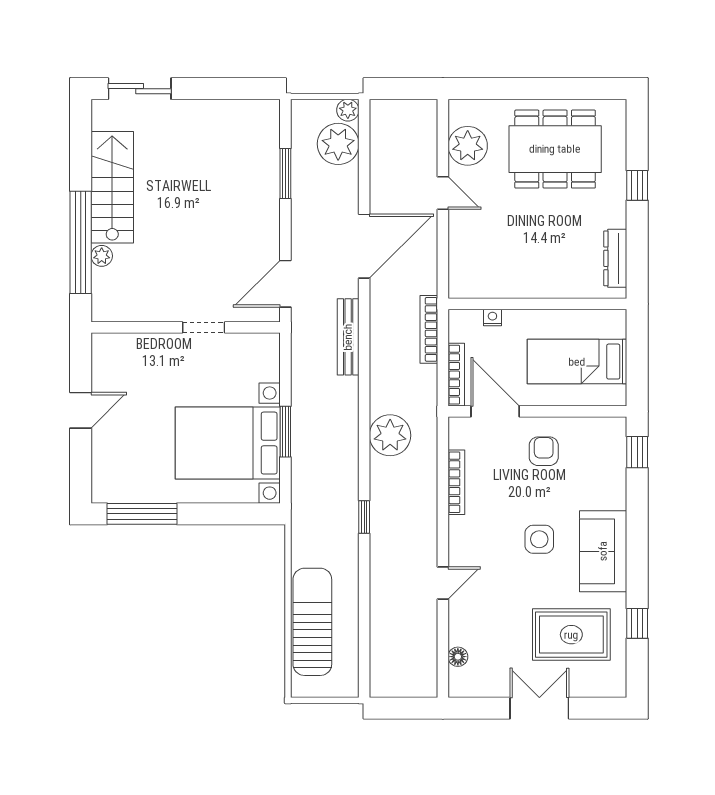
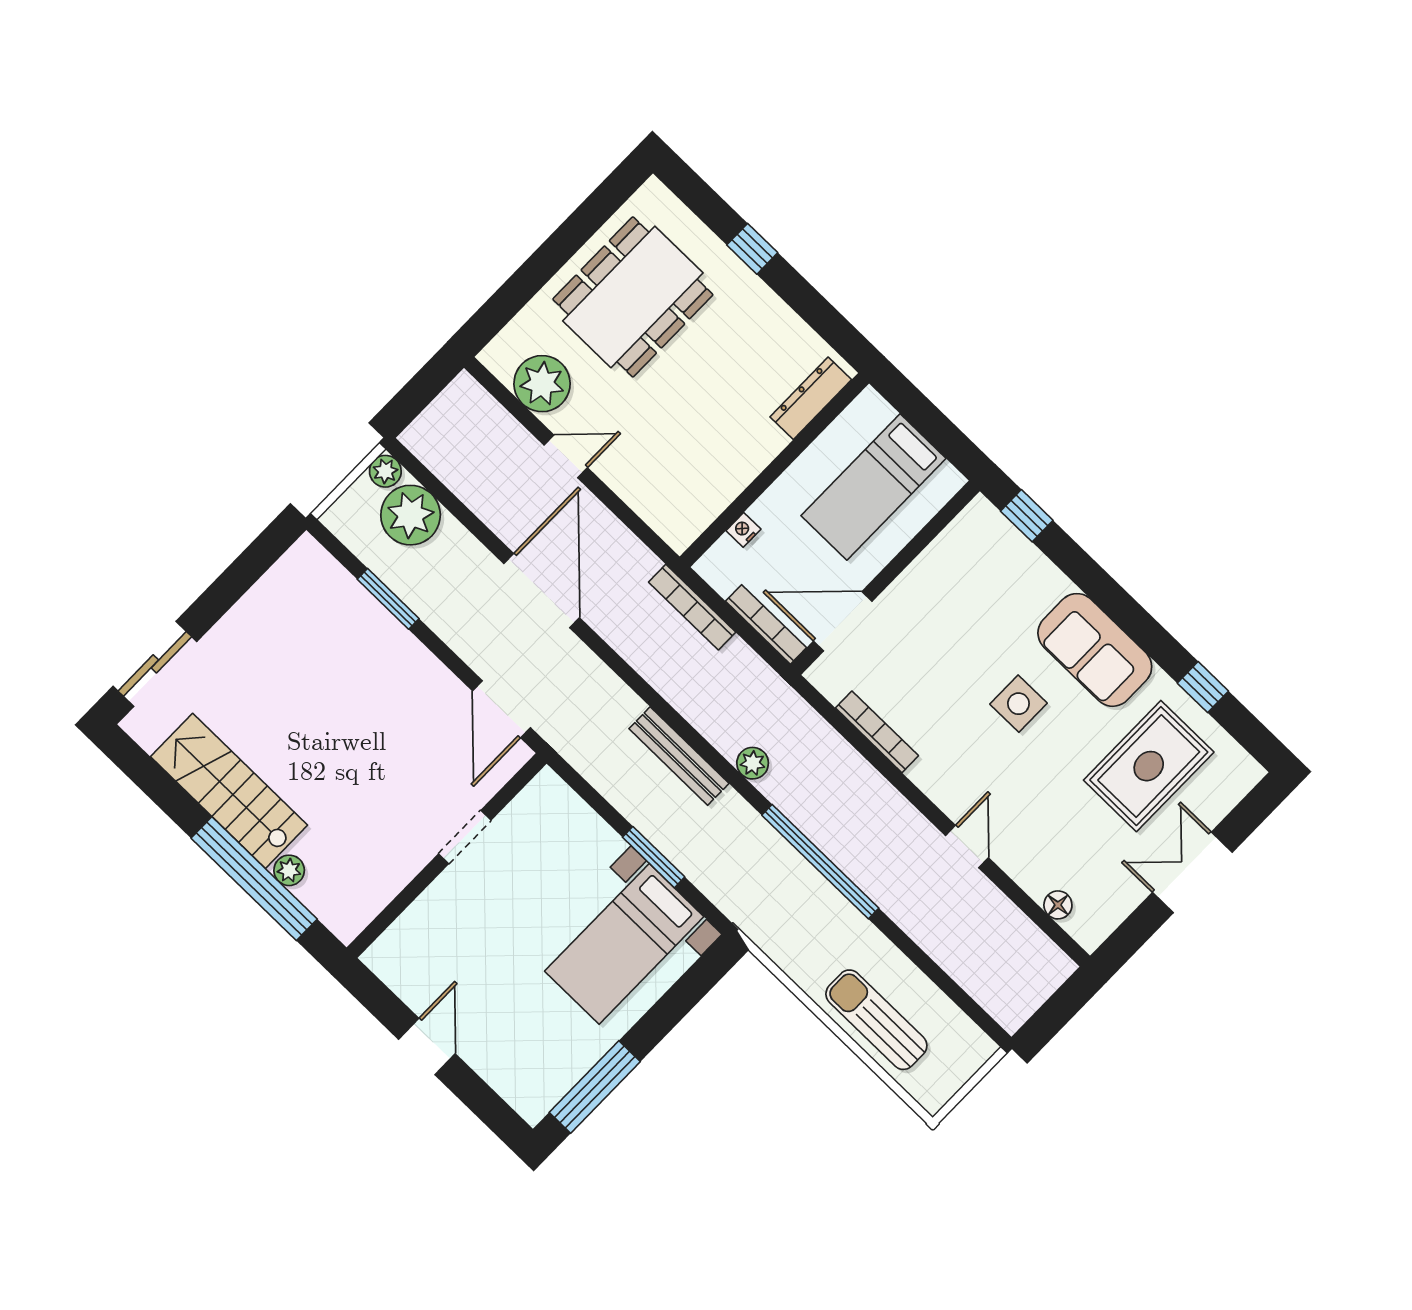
dresser: (615, 258) -> (811, 398), moved, turned 90
bench: (348, 337) -> (679, 756), moved
plant: (390, 435) -> (753, 763), width x0.53, depth x0.53
bed with nightstands: (228, 443) -> (624, 944), width x0.73
armchair: (544, 451) -> (932, 611), removed
window: (364, 517) -> (820, 862), width x3.17
sun lounger: (312, 622) -> (876, 1020), width x0.73, depth x0.75

